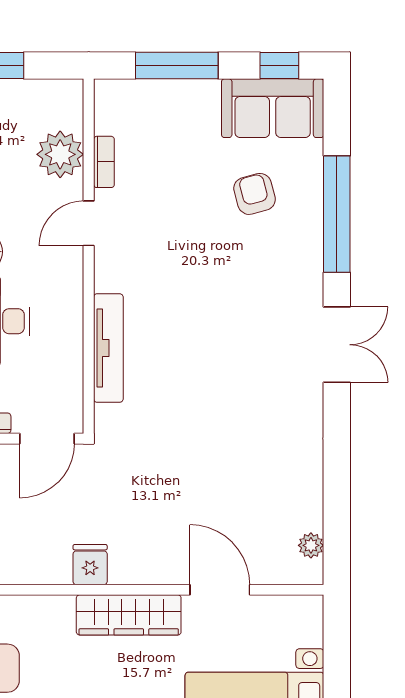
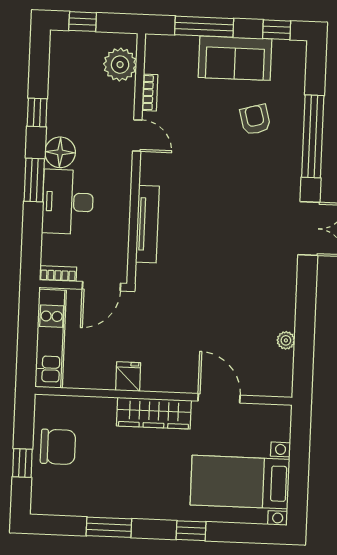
sofa: (273, 108) -> (235, 58), moved
plant: (60, 154) -> (120, 65), moved
door: (89, 223) -> (137, 136), swing flipped
plant: (311, 545) -> (286, 340), moved

